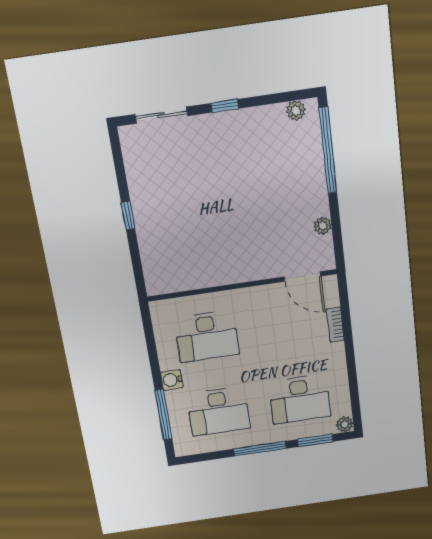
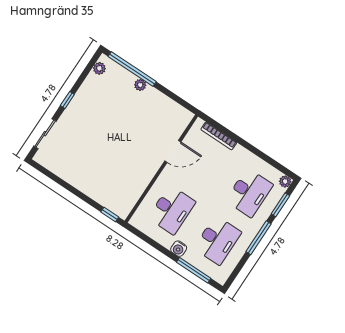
window: (128, 215) -> (110, 215), moved
plant: (323, 226) -> (140, 85), moved
door: (302, 277) -> (173, 151), moved
bookcase: (335, 325) -> (219, 136), width x1.56

